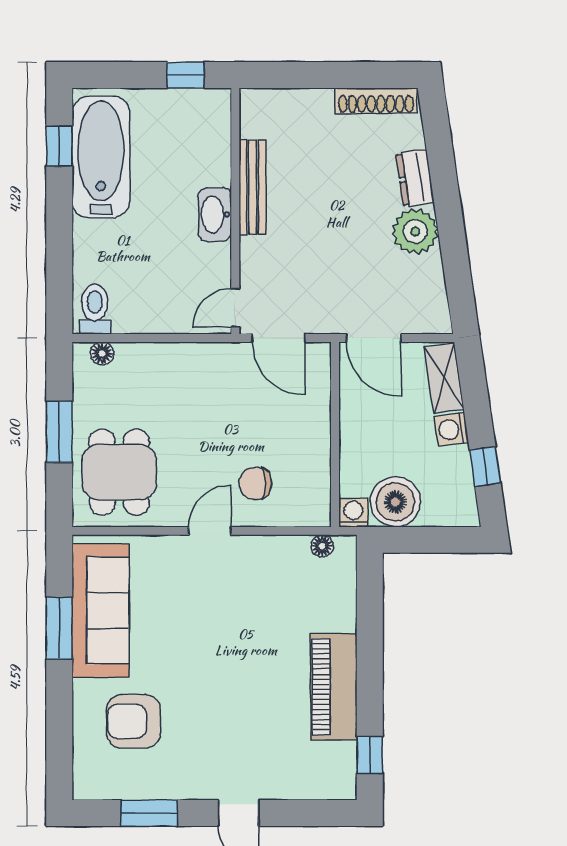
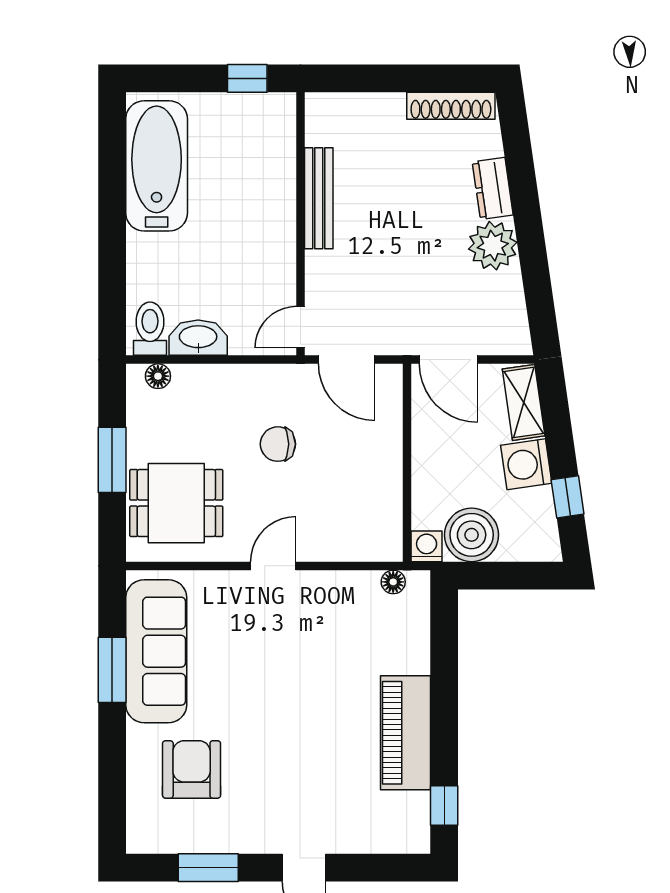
window: (59, 146) -> (112, 155), removed
washbasin: (215, 214) -> (198, 338), moved, turned 90
washing machine: (451, 429) -> (526, 464), width x1.38, depth x1.38
dining table: (119, 472) -> (176, 503), turned 90
chair: (255, 483) -> (278, 444), moved
armchair: (134, 721) -> (192, 769), turned 90

